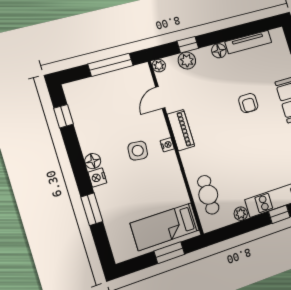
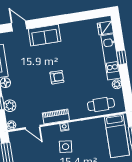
armchair: (248, 103) -> (57, 77), moved

